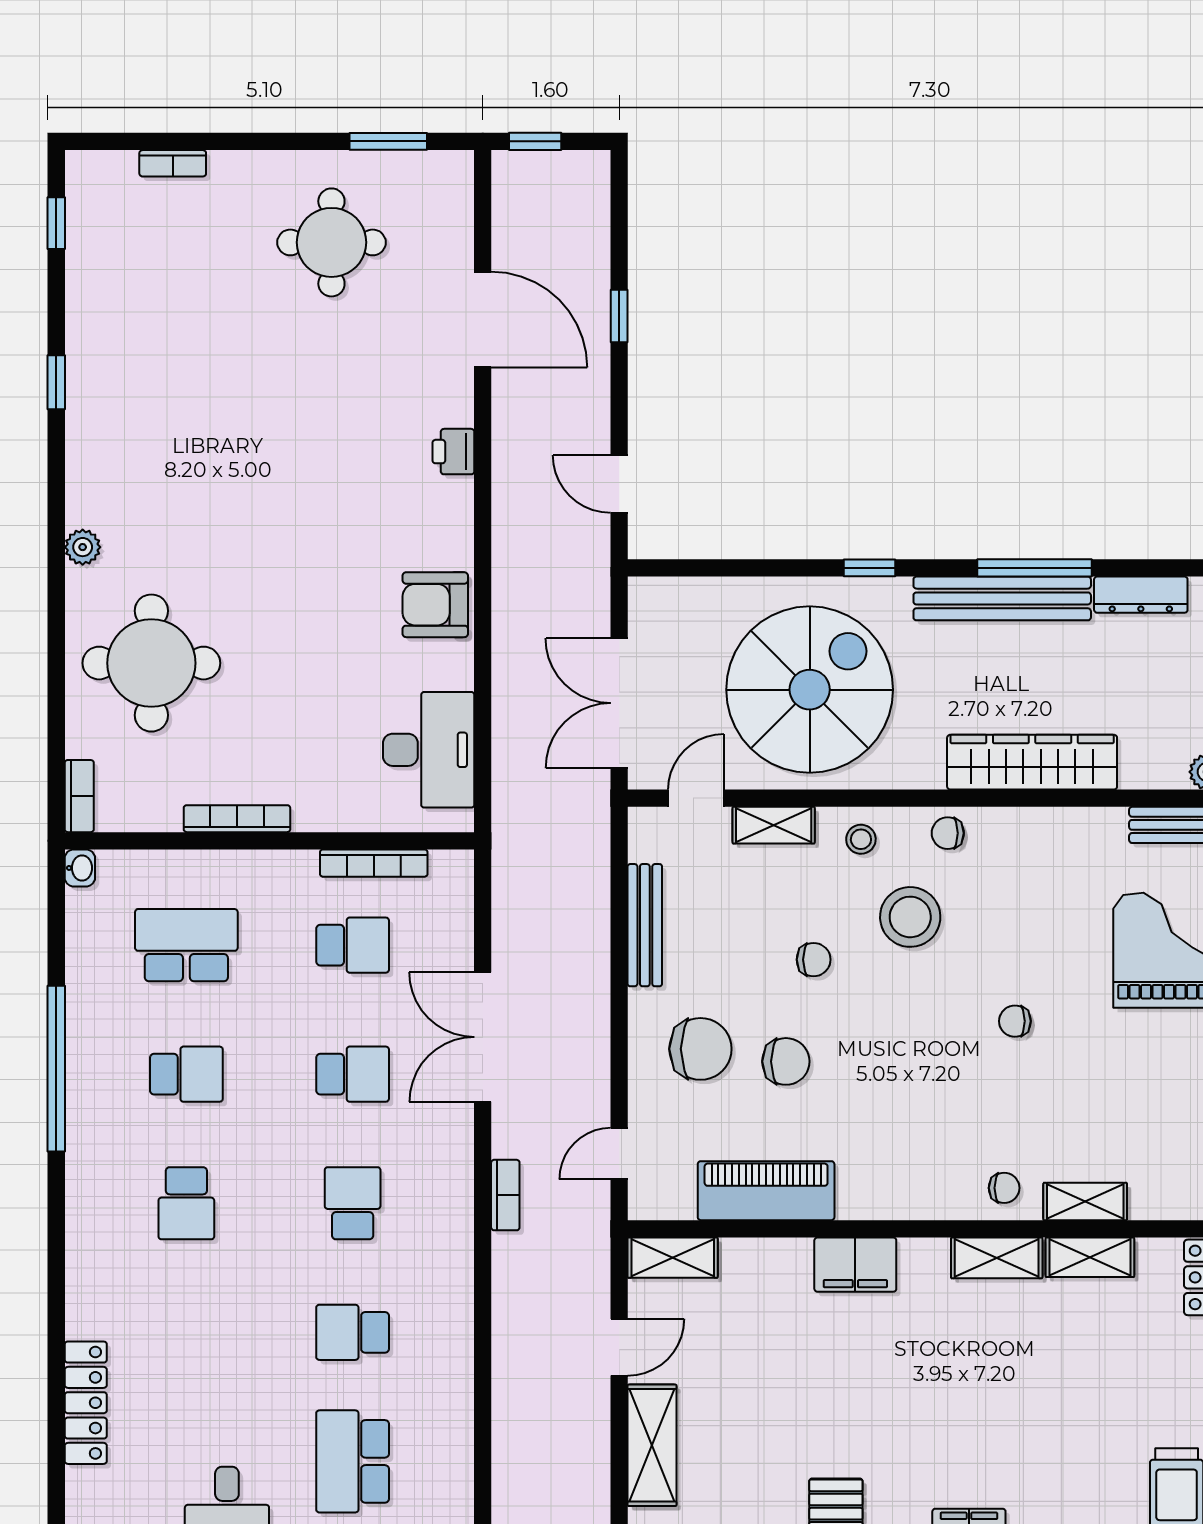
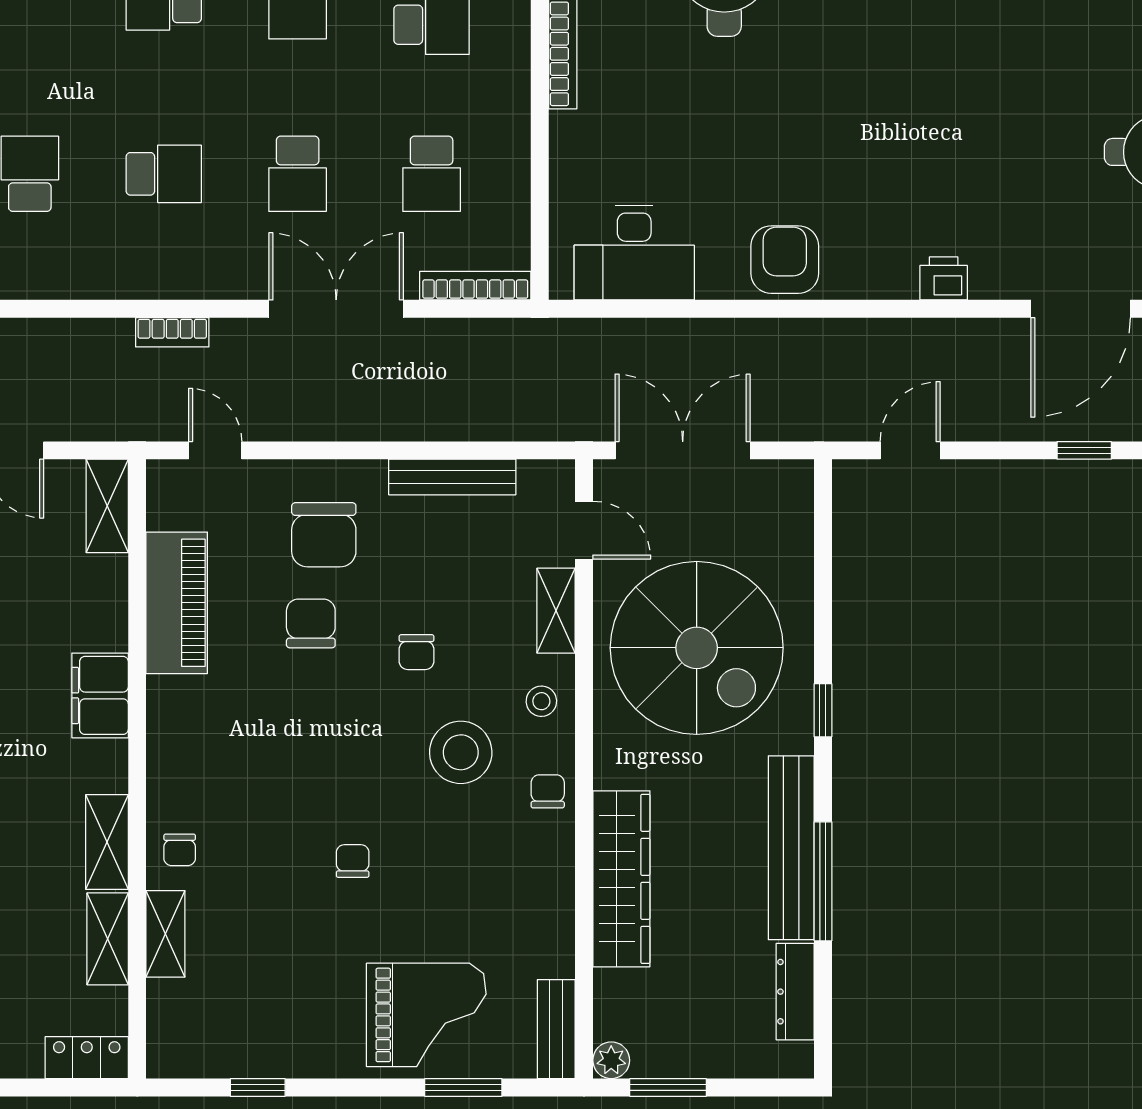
bookcase: (374, 863) -> (475, 286), moved, turned 90
chair: (786, 1061) -> (311, 623), turned 180

